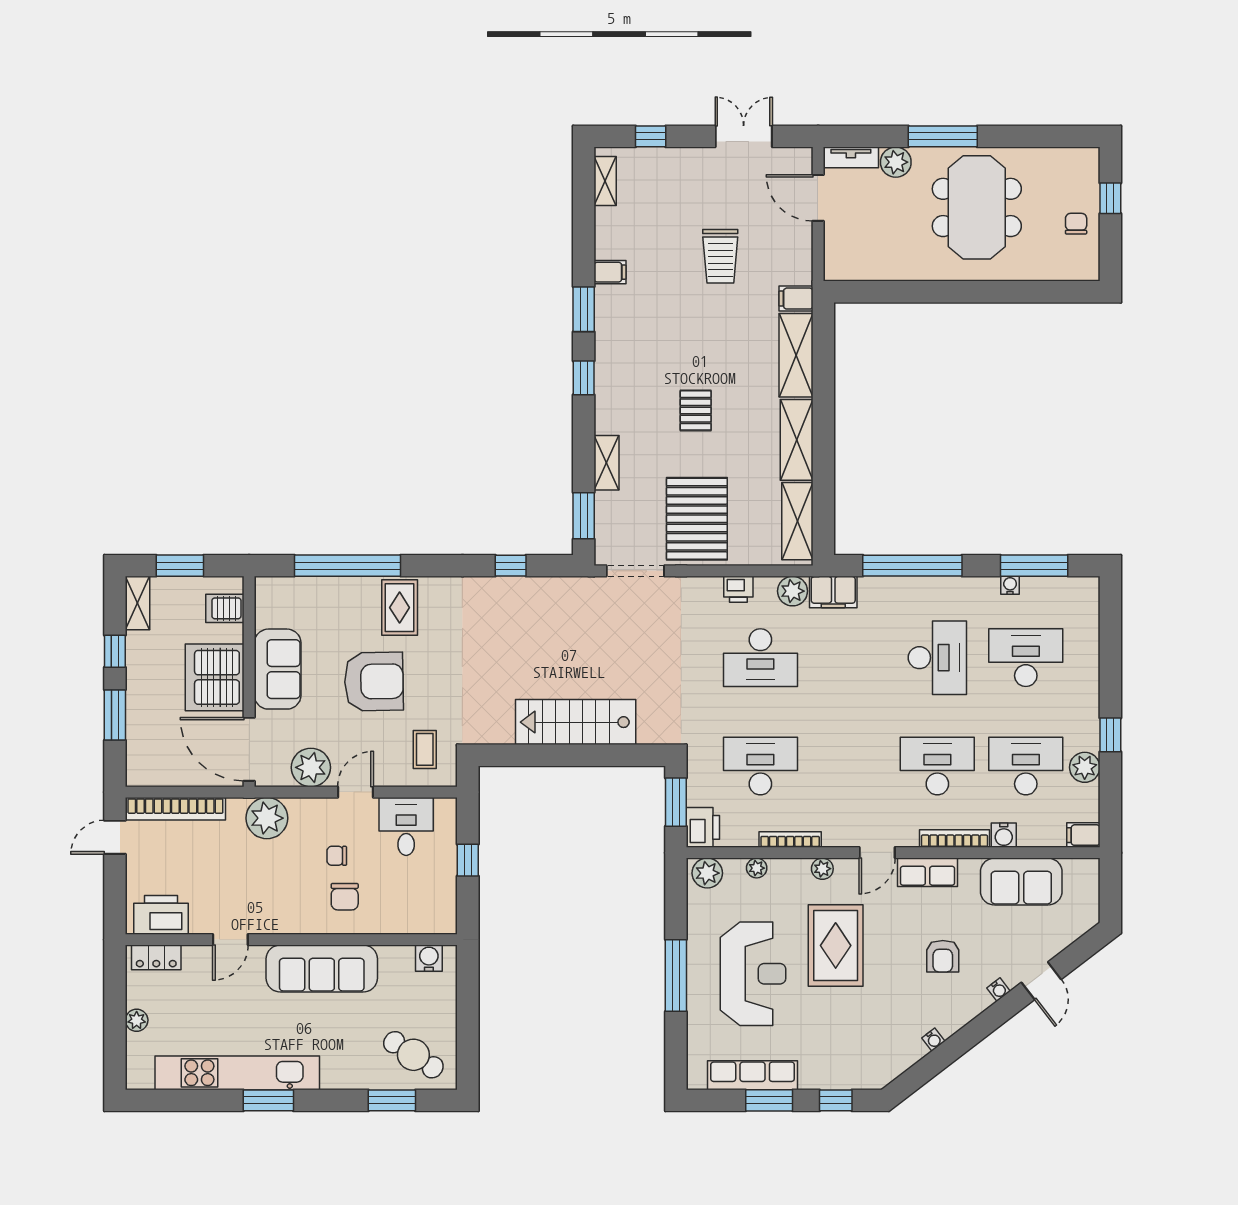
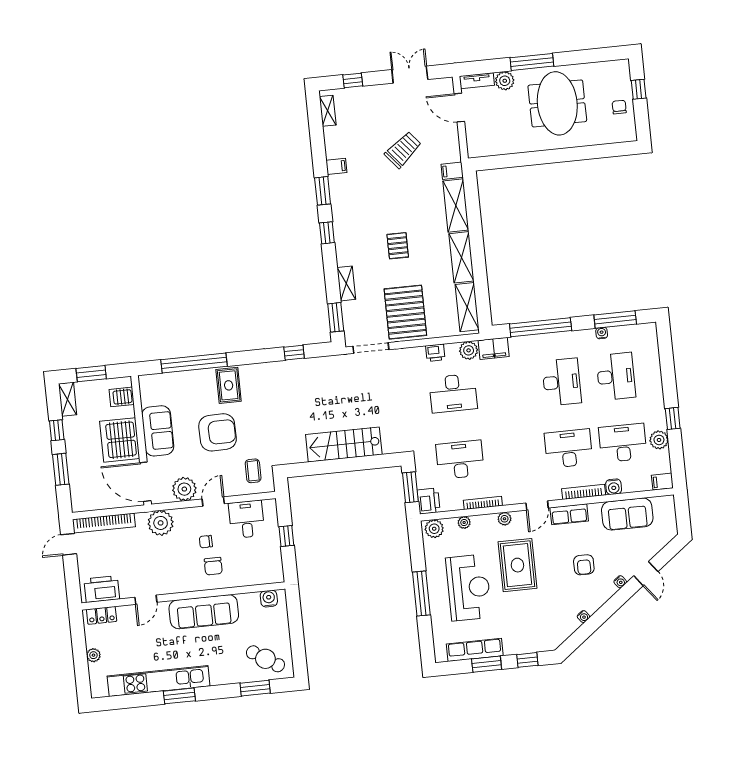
trolley: (720, 256) -> (403, 150), turned -130
desk: (1026, 658) -> (616, 376), turned 90

